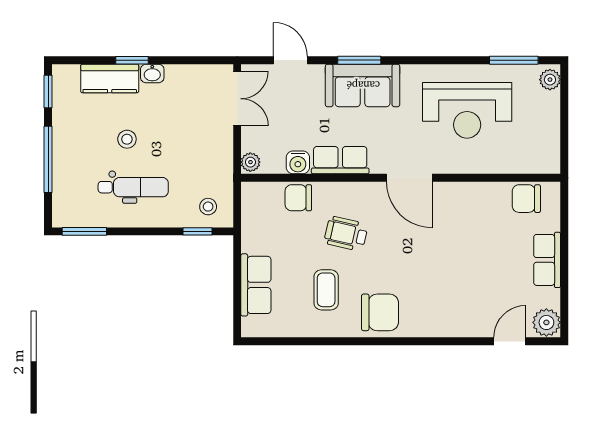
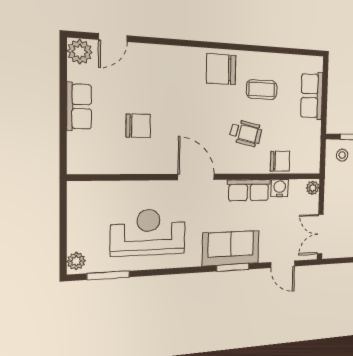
chair: (526, 199) -> (138, 126), moved
coffee table: (326, 290) -> (262, 90), turned 90

